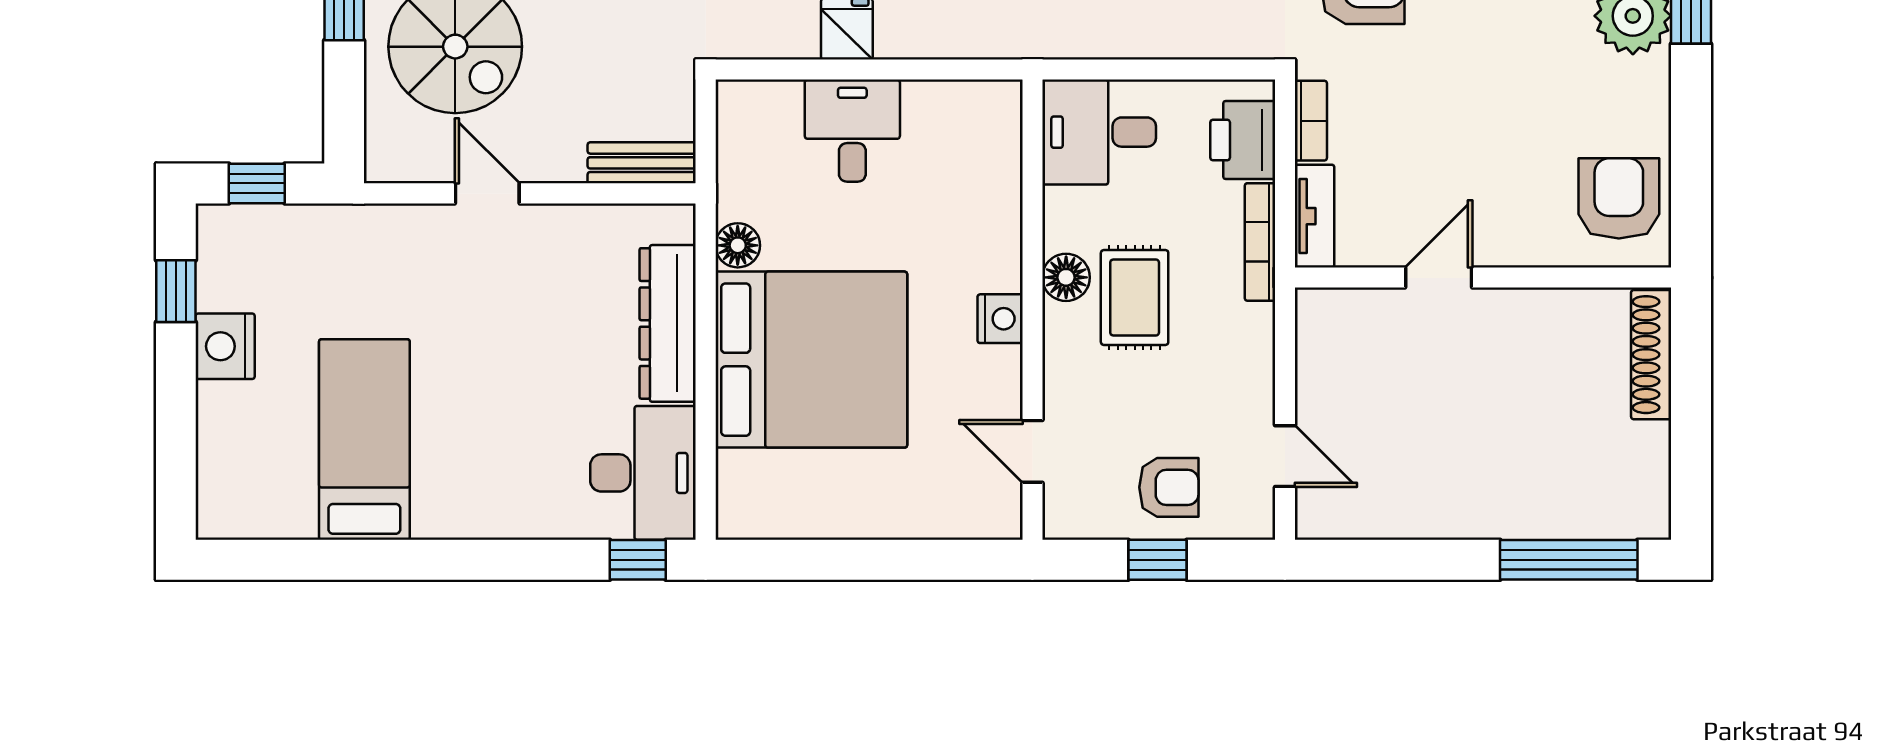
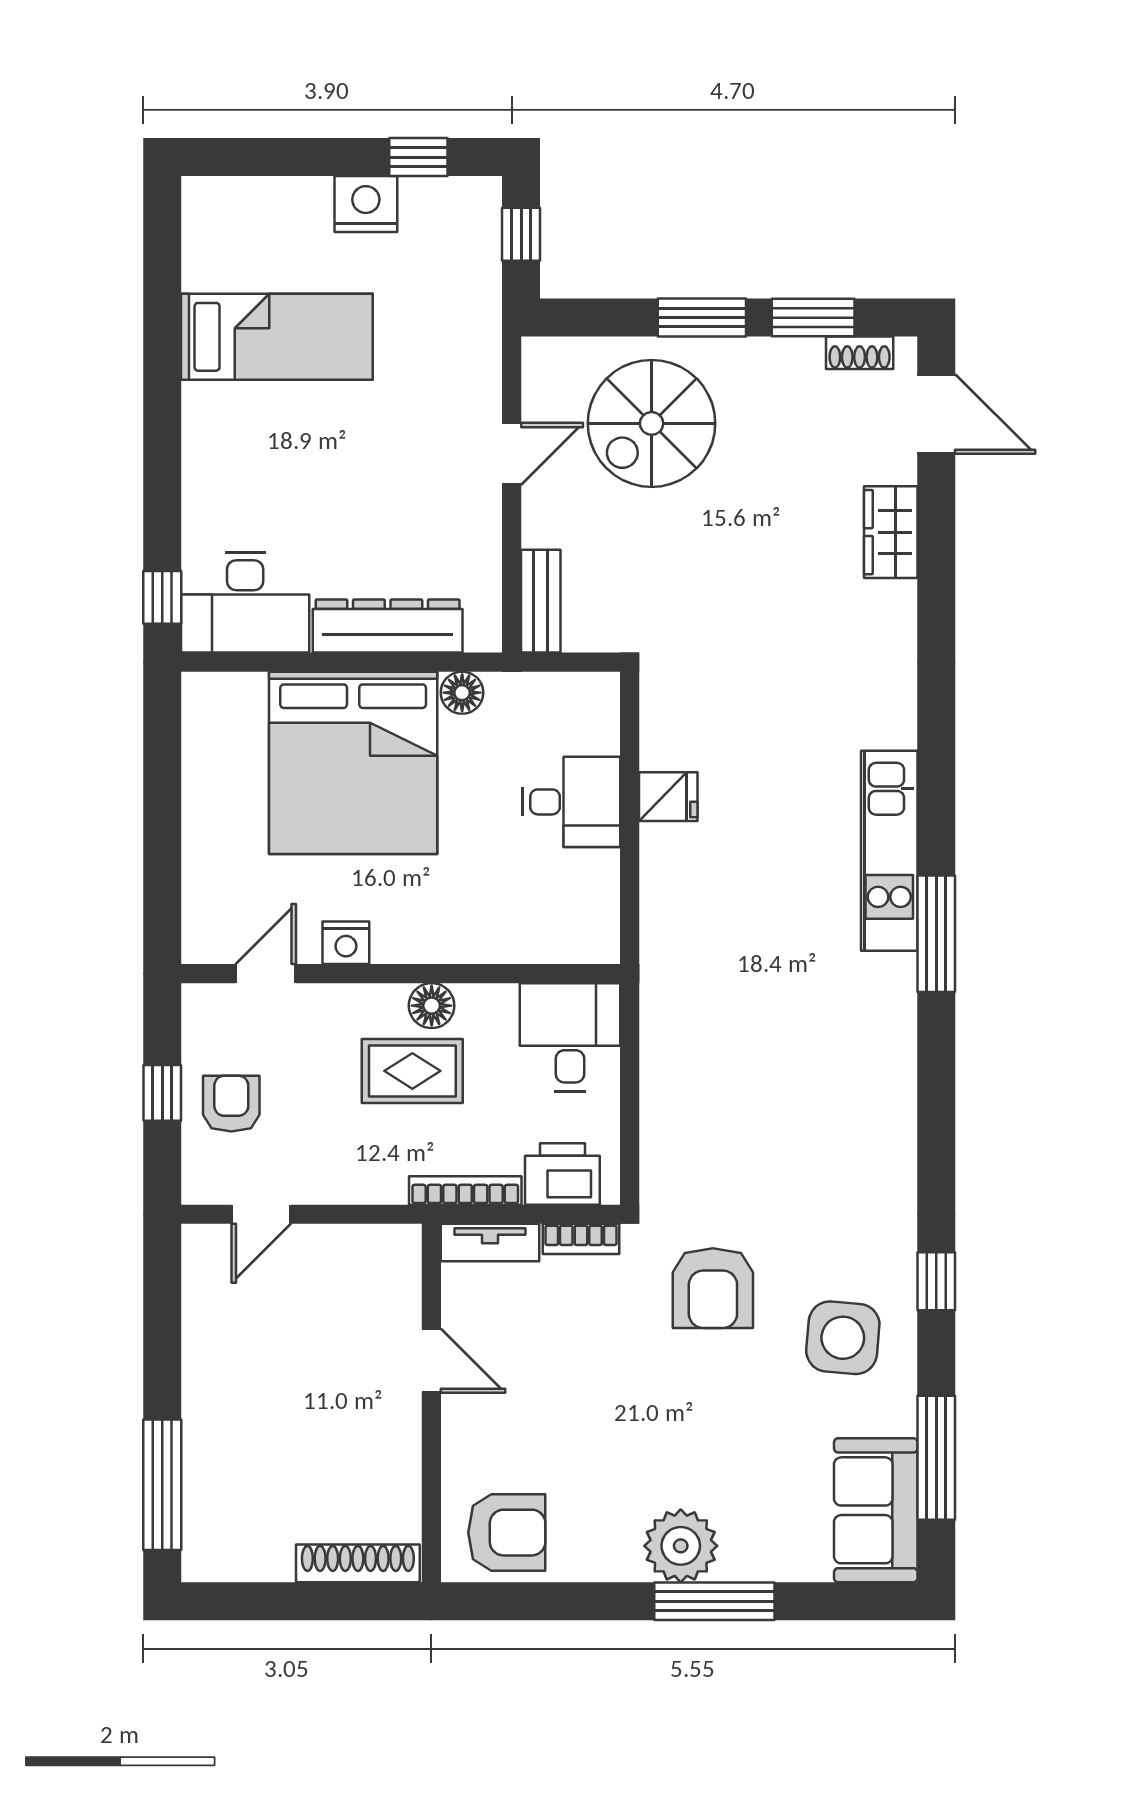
nightstand: (1000, 319) -> (346, 943), moved
armchair: (1169, 487) -> (231, 1104), turned 180

